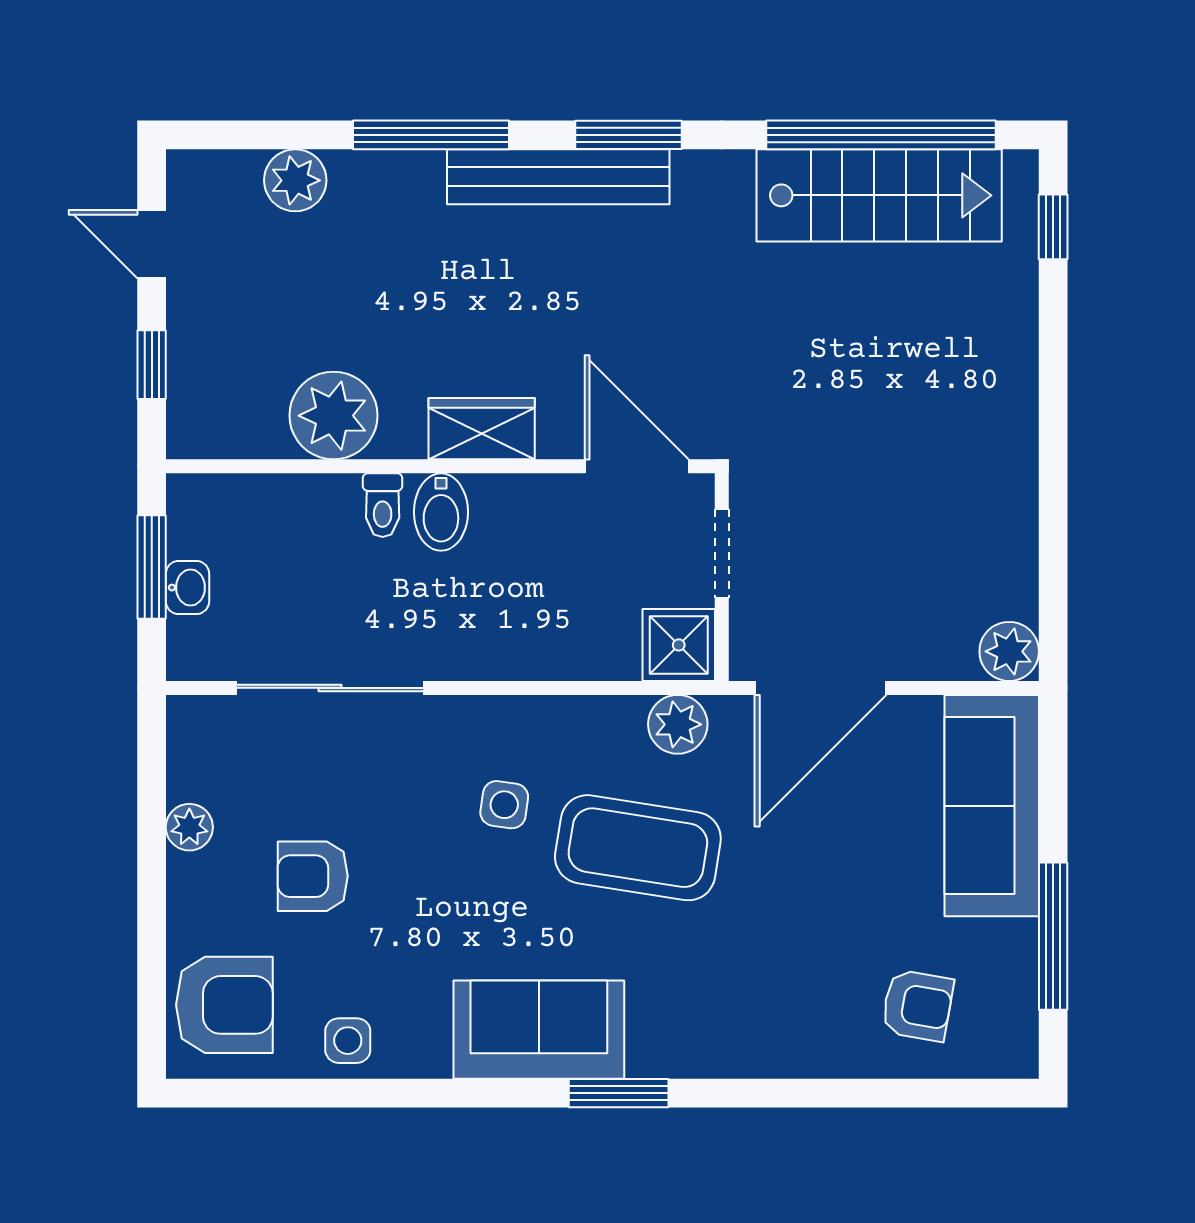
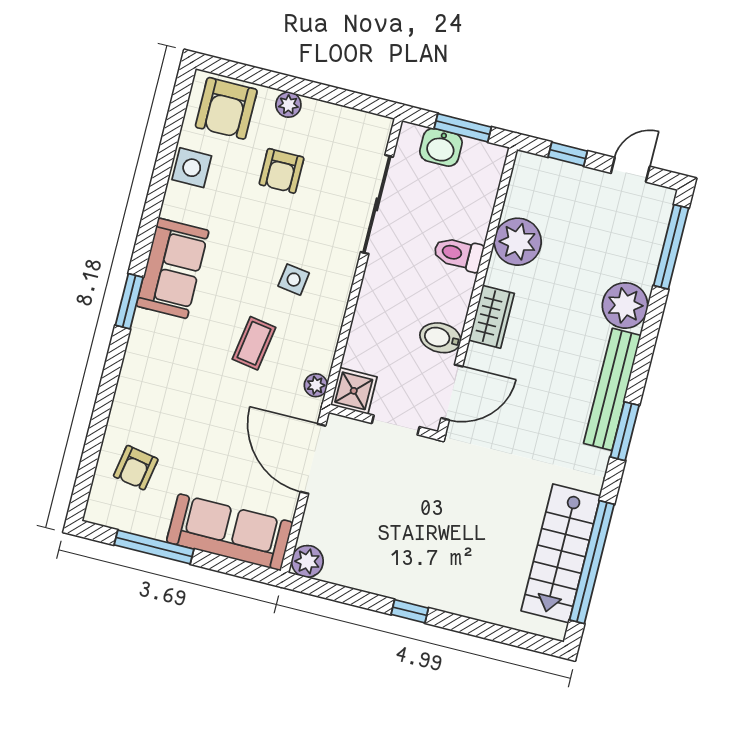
window: (431, 135) -> (671, 247), moved
plant: (295, 180) -> (625, 305), moved, width x1.36, depth x1.36
window: (1053, 227) -> (410, 611), moved
toilet: (383, 505) -> (458, 254), width x1.37, depth x1.39
bidet: (441, 512) -> (440, 338), moved
washbasin: (187, 588) -> (441, 147), width x1.38, depth x1.45
plant: (678, 724) -> (316, 385), width x0.73, depth x0.73
plant: (189, 827) -> (288, 105), moved
coffee table: (638, 848) -> (254, 343), width x0.54, depth x0.58
armchair: (313, 876) -> (282, 171), turned 180
side table: (348, 1041) -> (192, 168), width x1.37, depth x1.37

